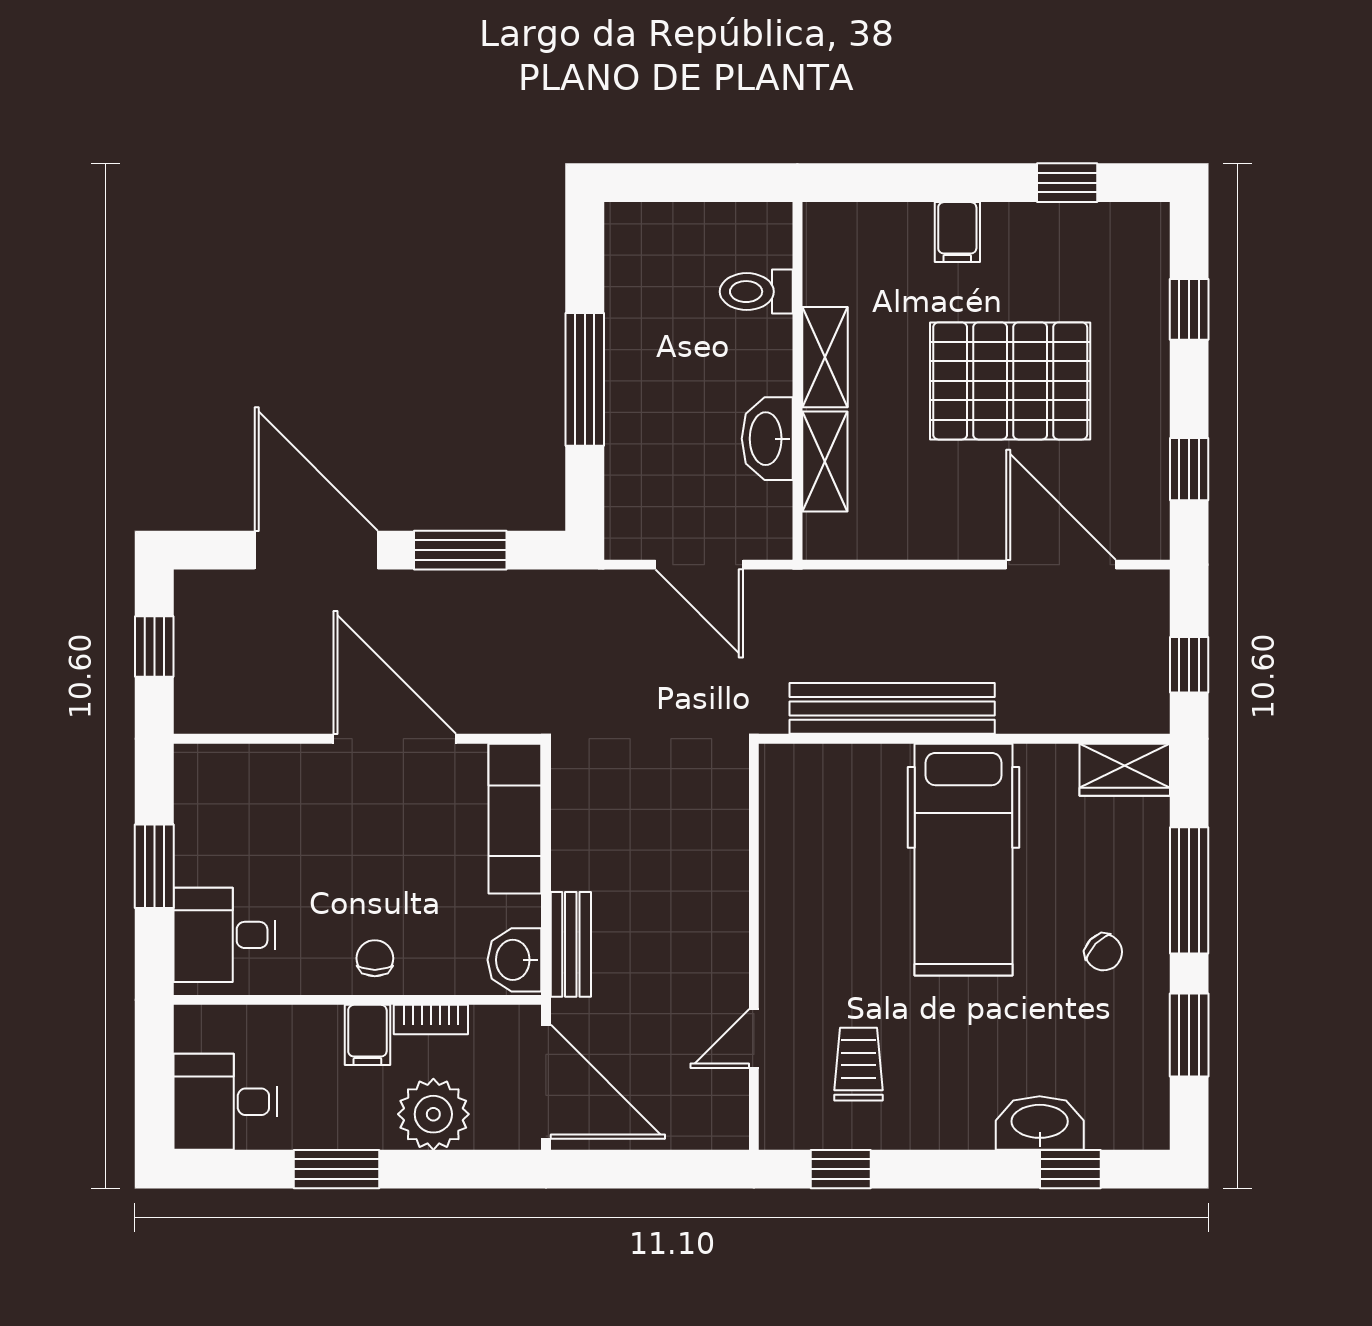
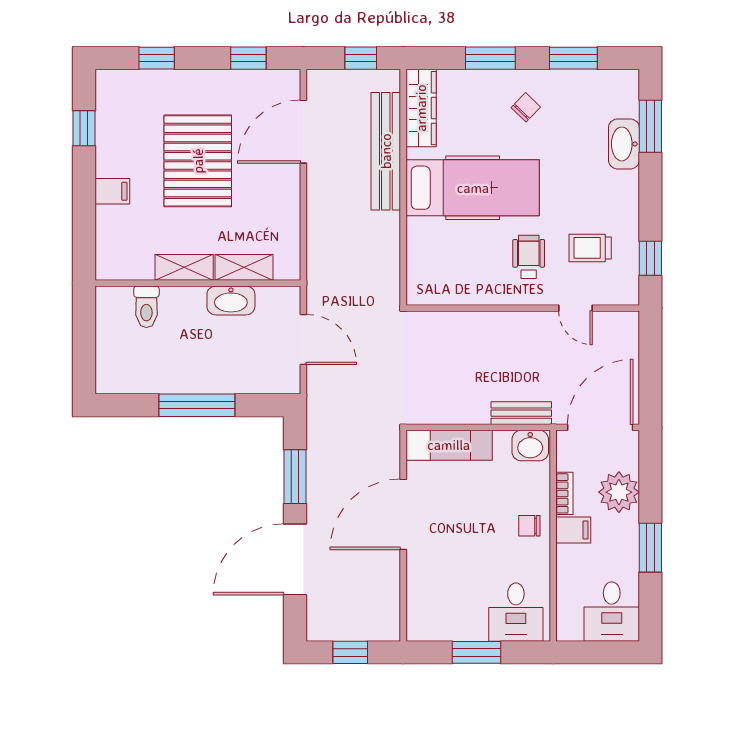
door: (699, 565) -> (303, 339), hinge flipped
bench: (892, 708) -> (386, 151), moved
wardrobe: (1125, 770) -> (421, 108), width x1.50
window: (1189, 890) -> (490, 58), width x0.69
wheelchair: (843, 957) -> (529, 257), added
window: (1070, 1169) -> (650, 126), width x1.50

